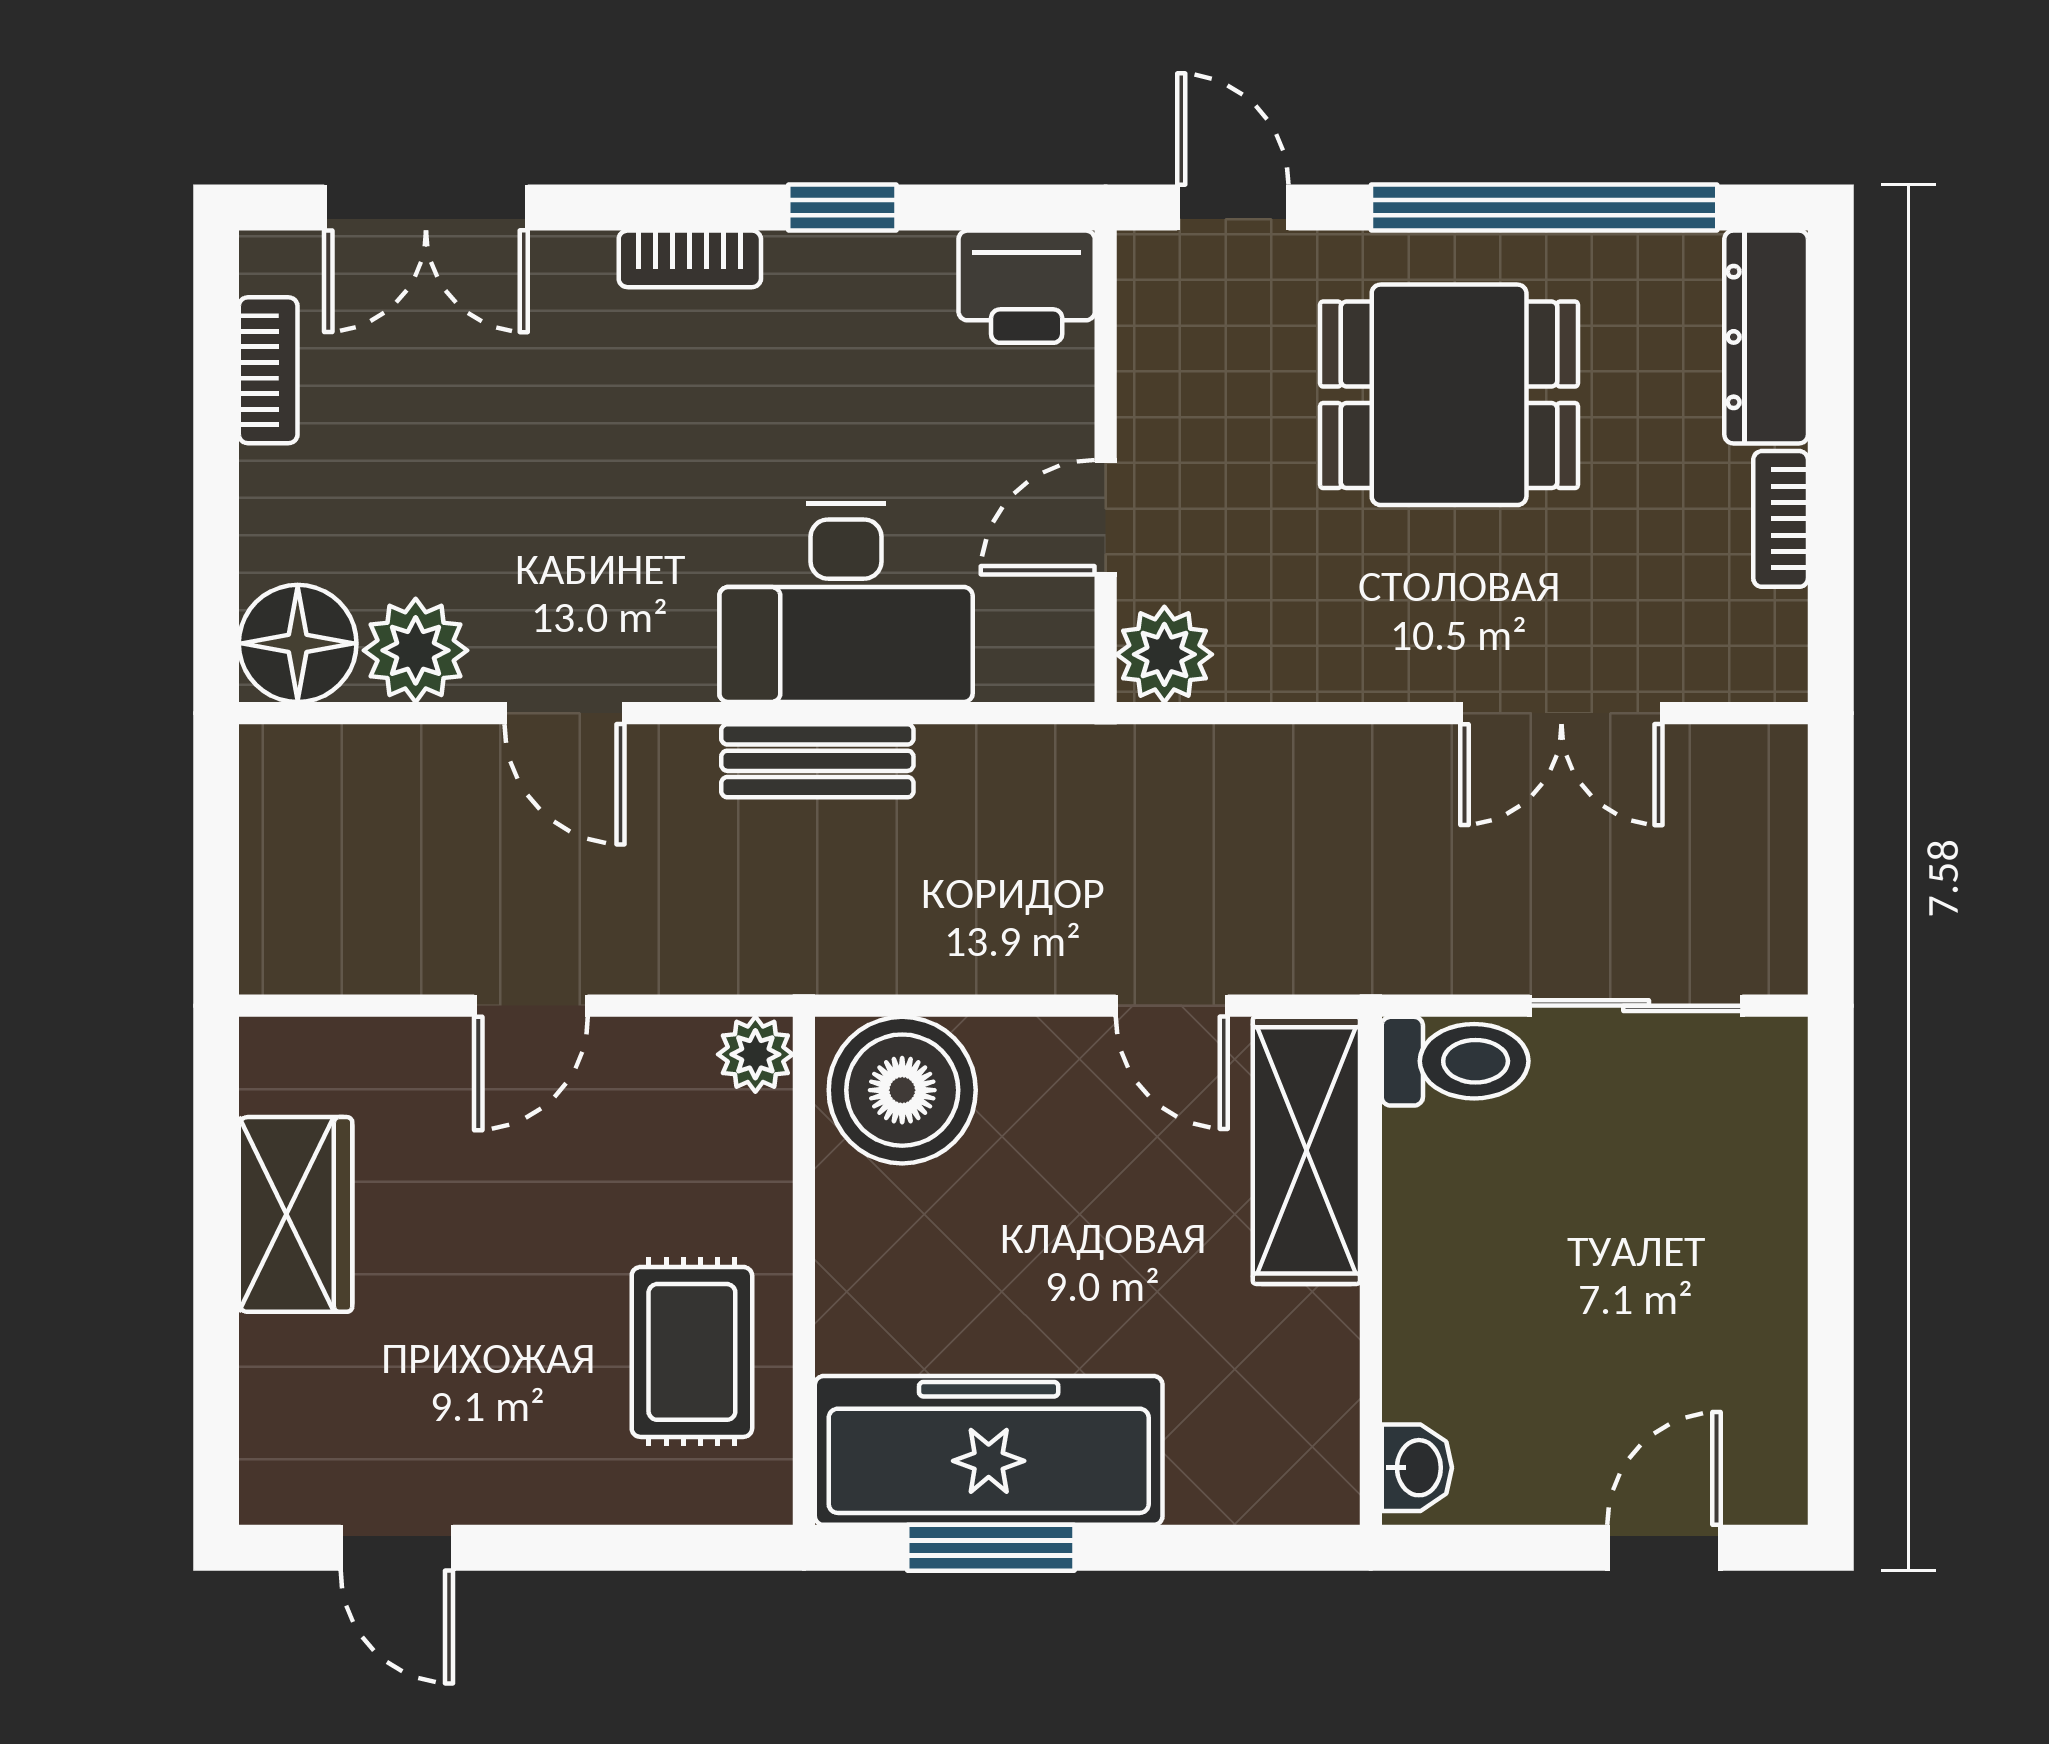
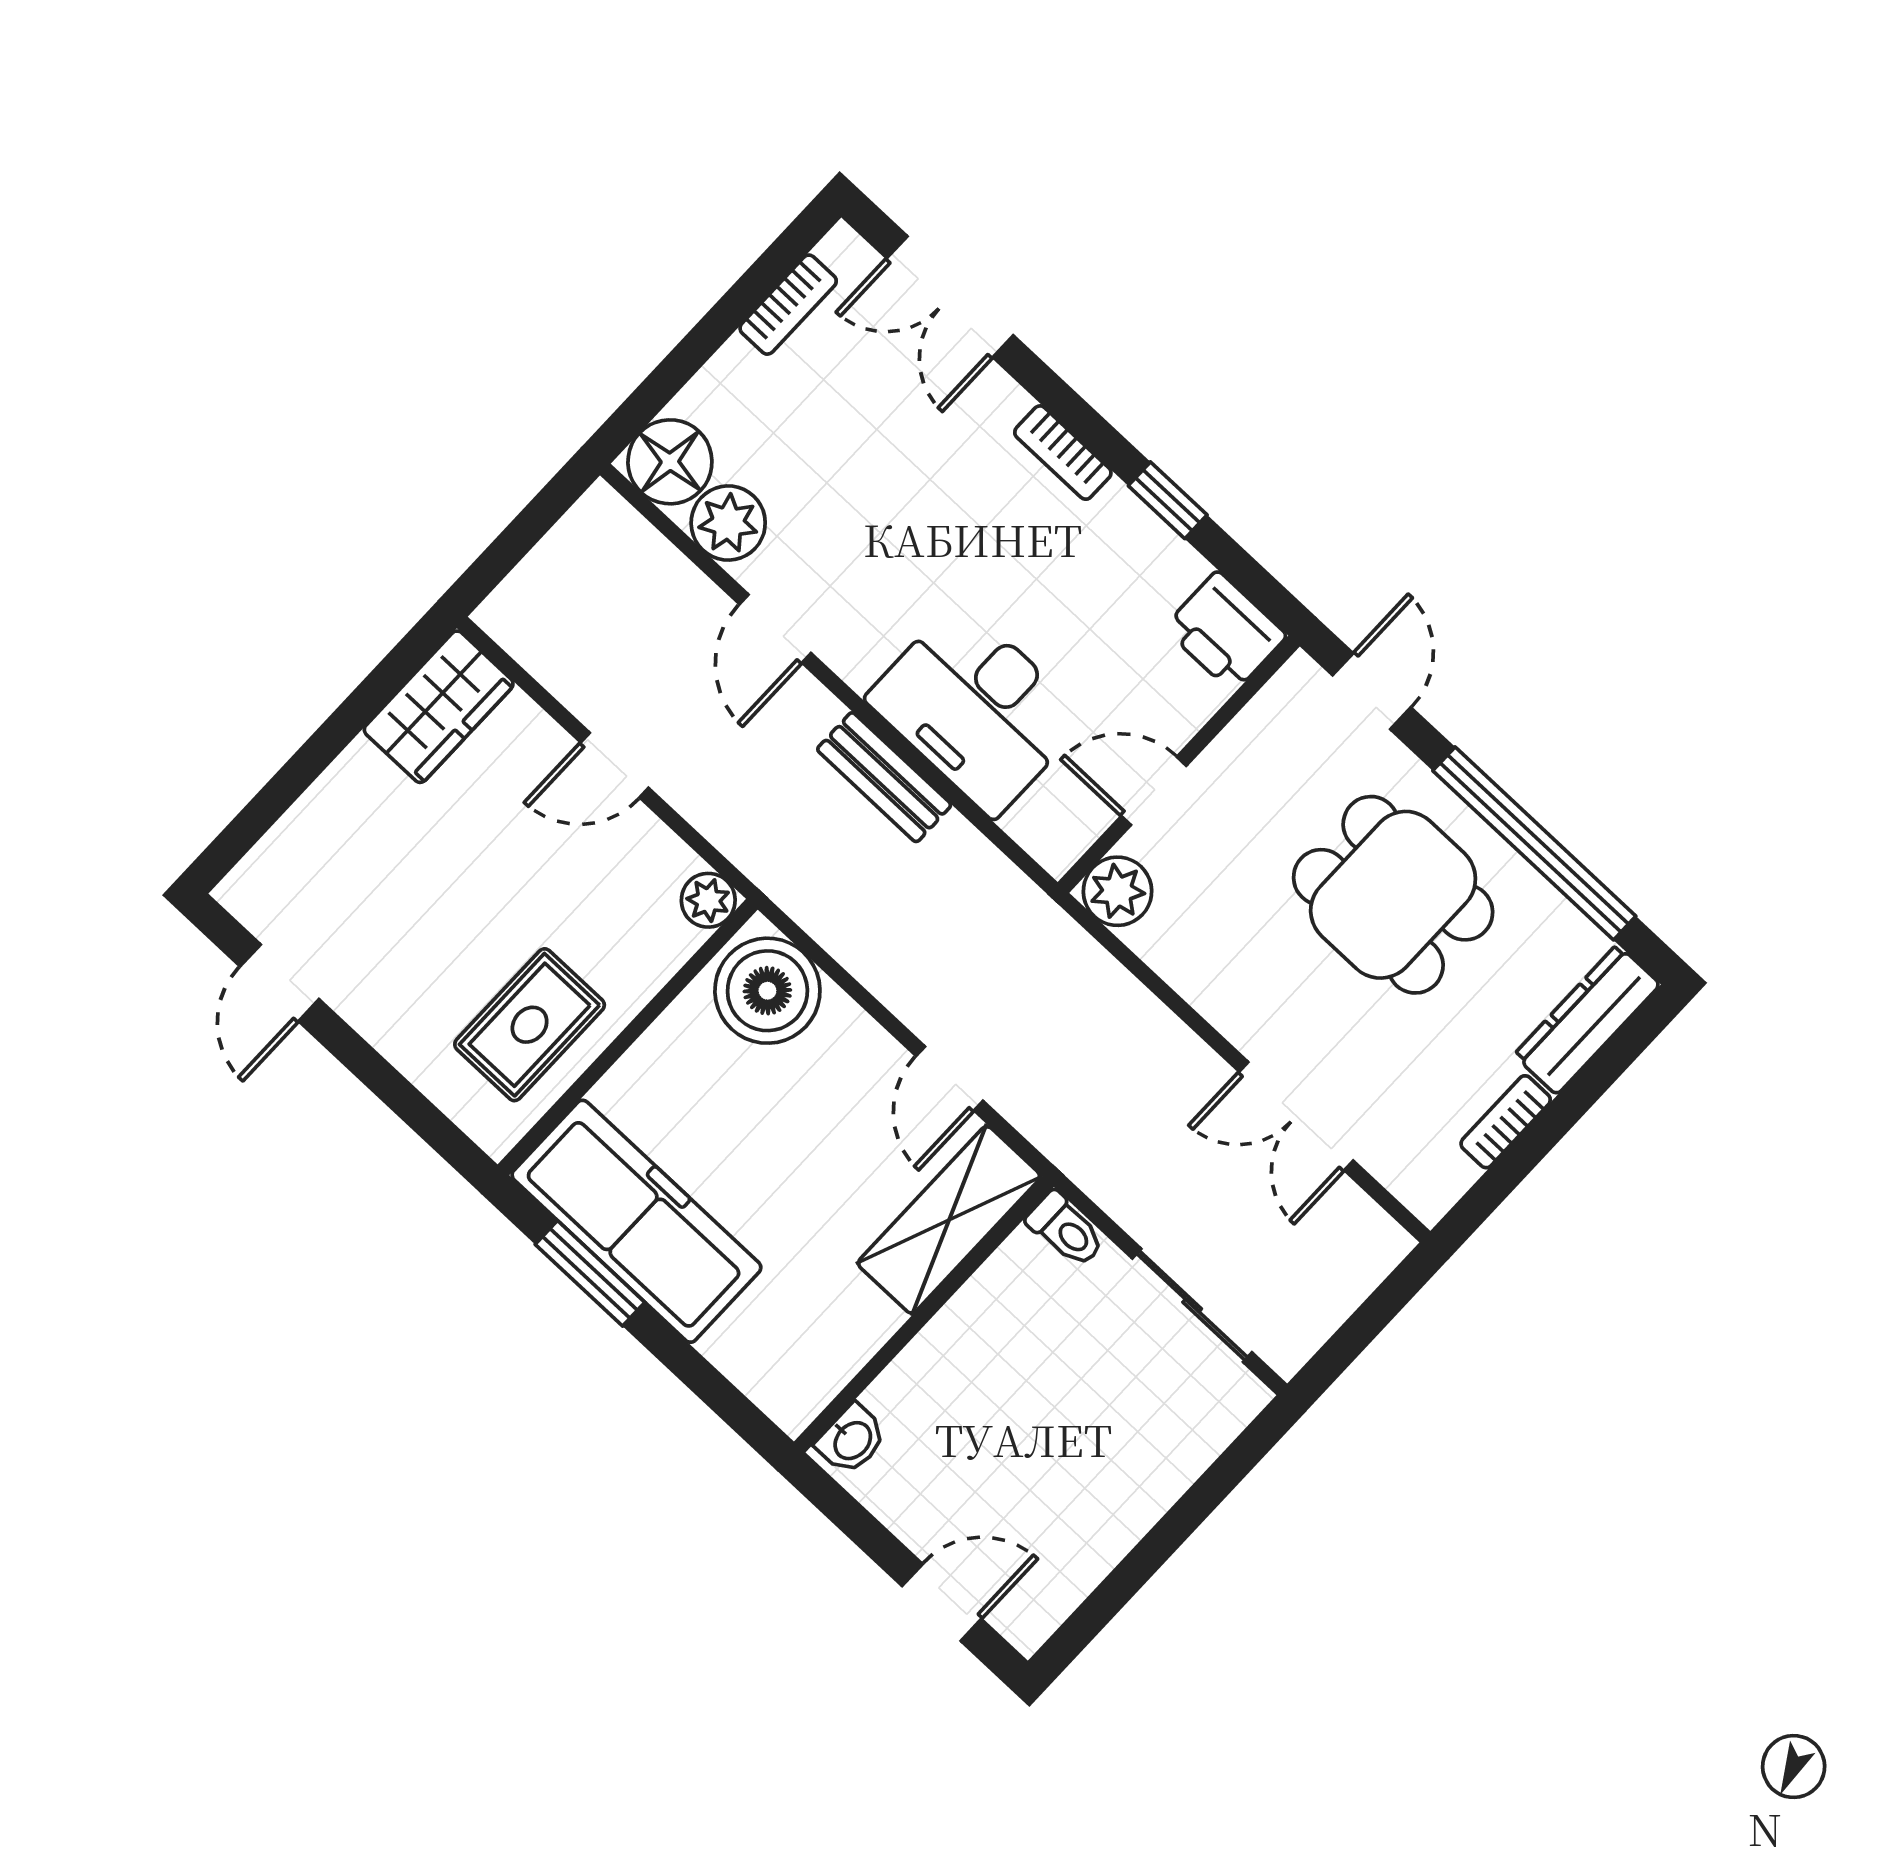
toilet: (1455, 1061) -> (1066, 1230), width x0.73, depth x0.72
wardrobe: (296, 1214) -> (439, 707), moved

